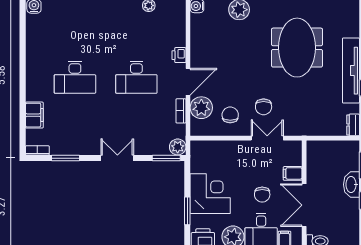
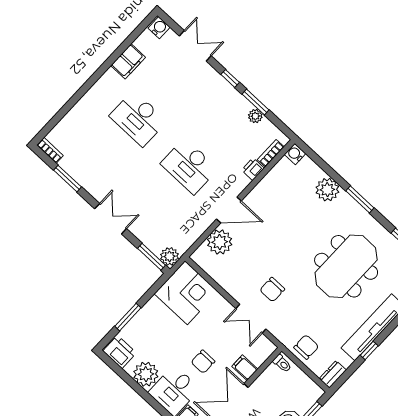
printer: (179, 55) -> (253, 169), moved
bookcase: (181, 111) -> (271, 153), moved
filing cabinet: (34, 115) -> (128, 61), moved
chair: (230, 115) -> (306, 347), moved
double door: (267, 138) -> (251, 319), swing flipped
toilet: (314, 148) -> (282, 363), added
corner desk: (210, 194) -> (186, 293), moved

